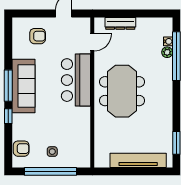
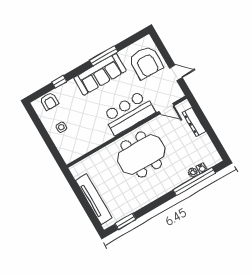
armchair: (38, 36) -> (146, 62), width x1.88, depth x1.88
window: (8, 86) -> (104, 56), moved
window: (8, 116) -> (59, 82), moved
window: (51, 171) -> (45, 135), removed

